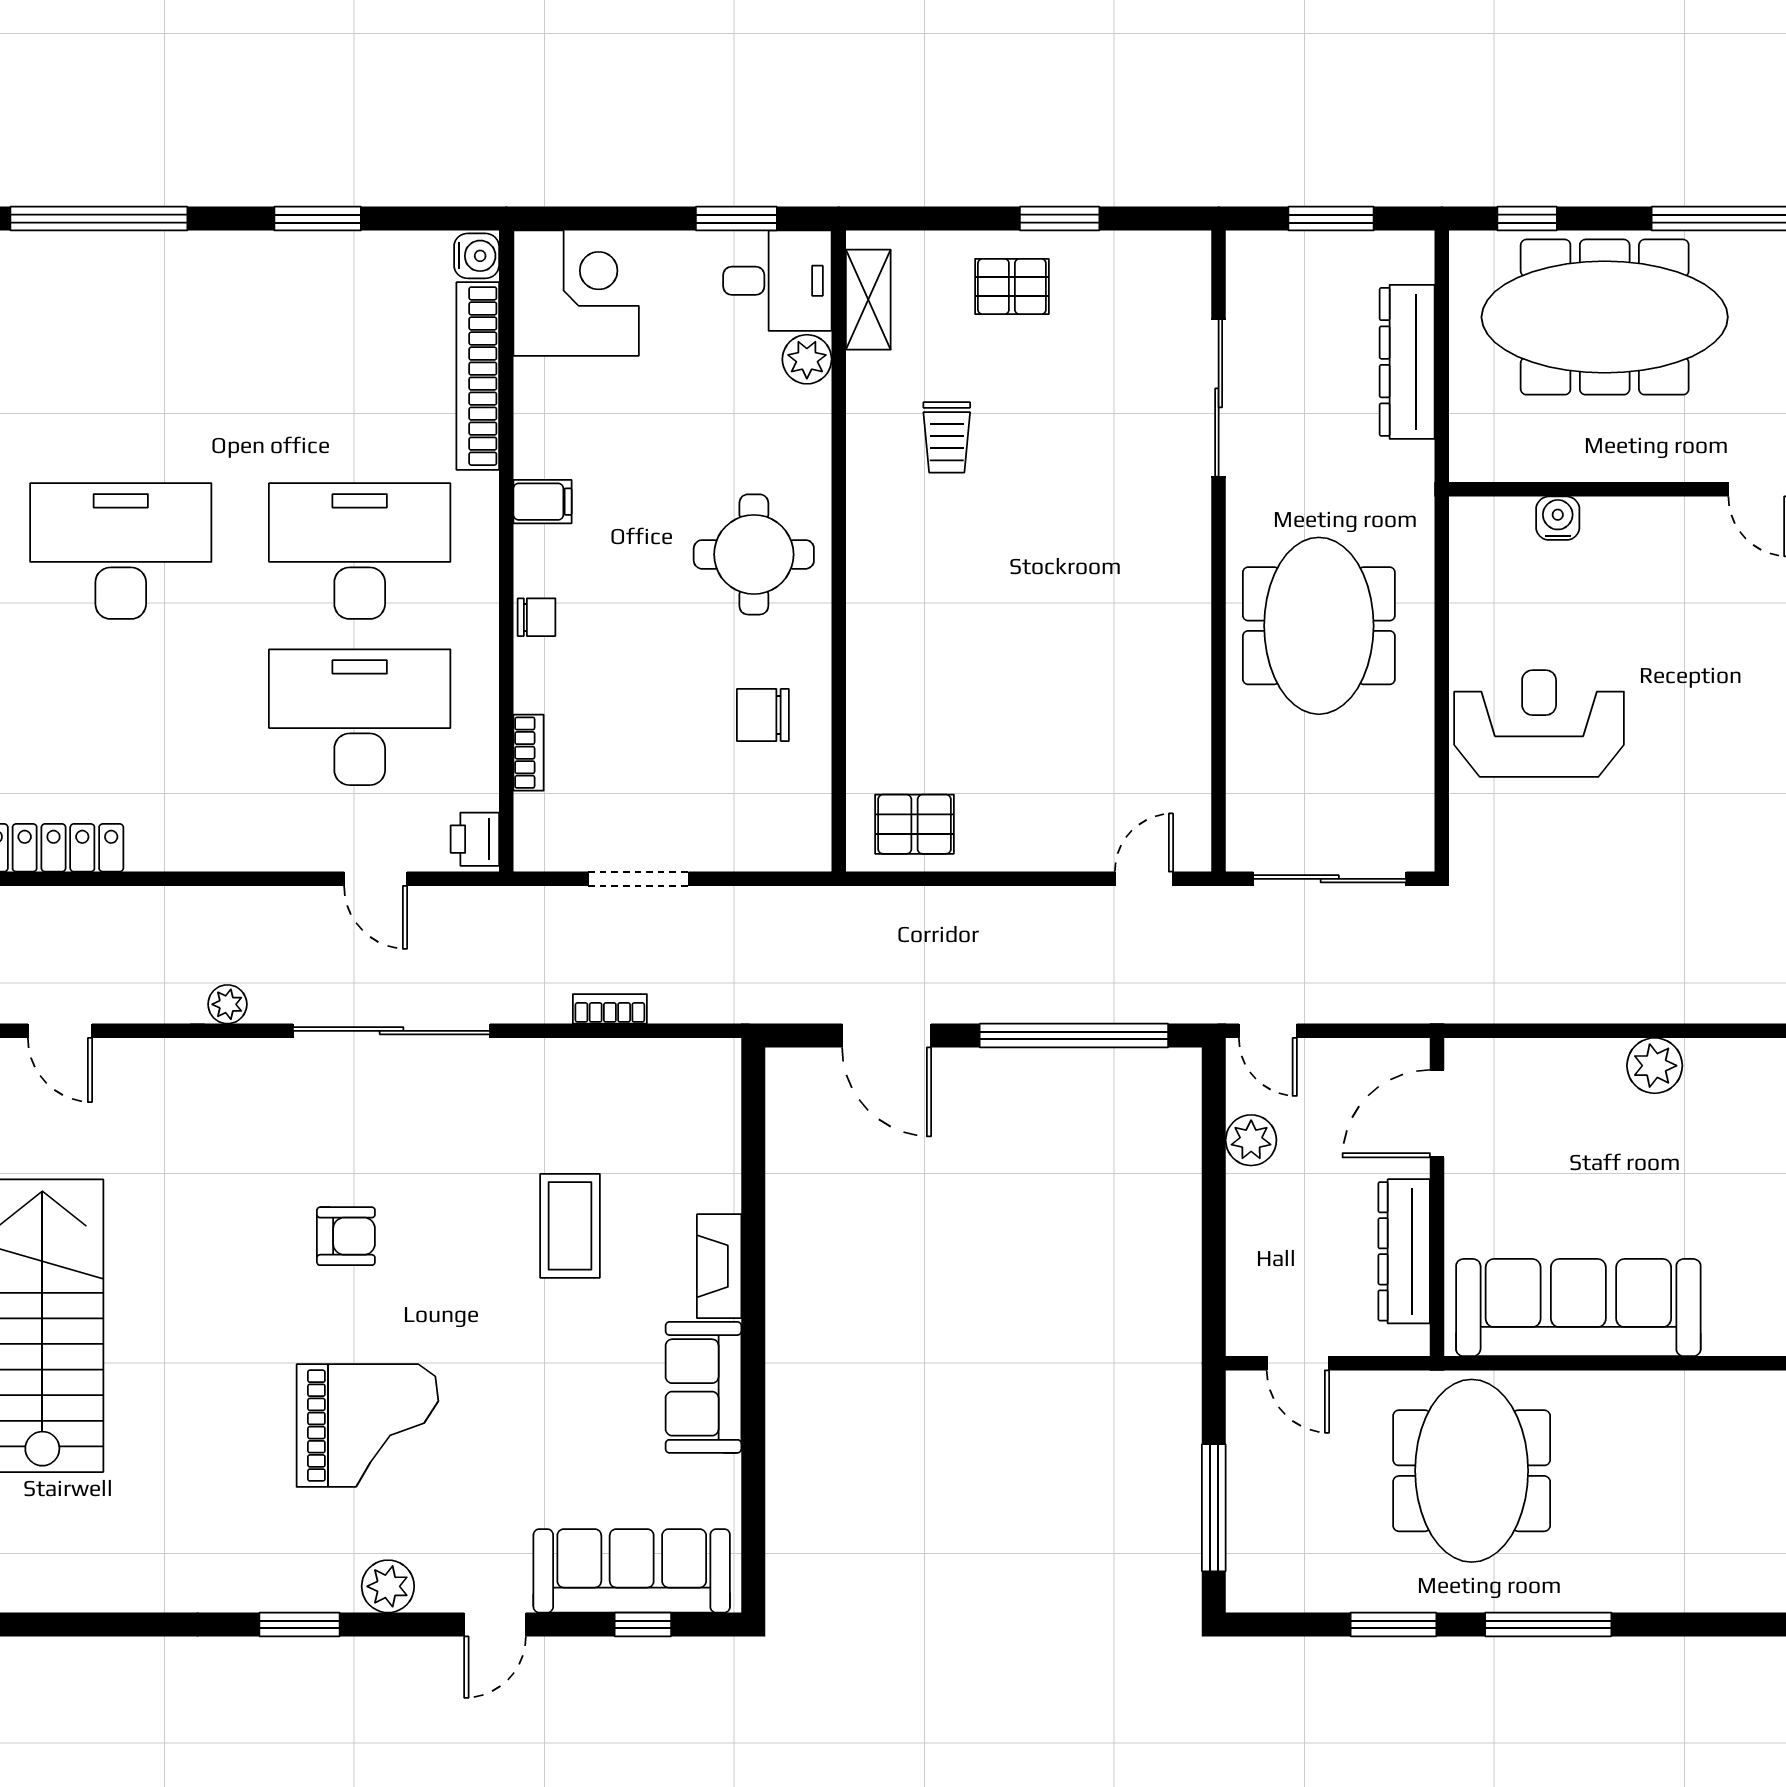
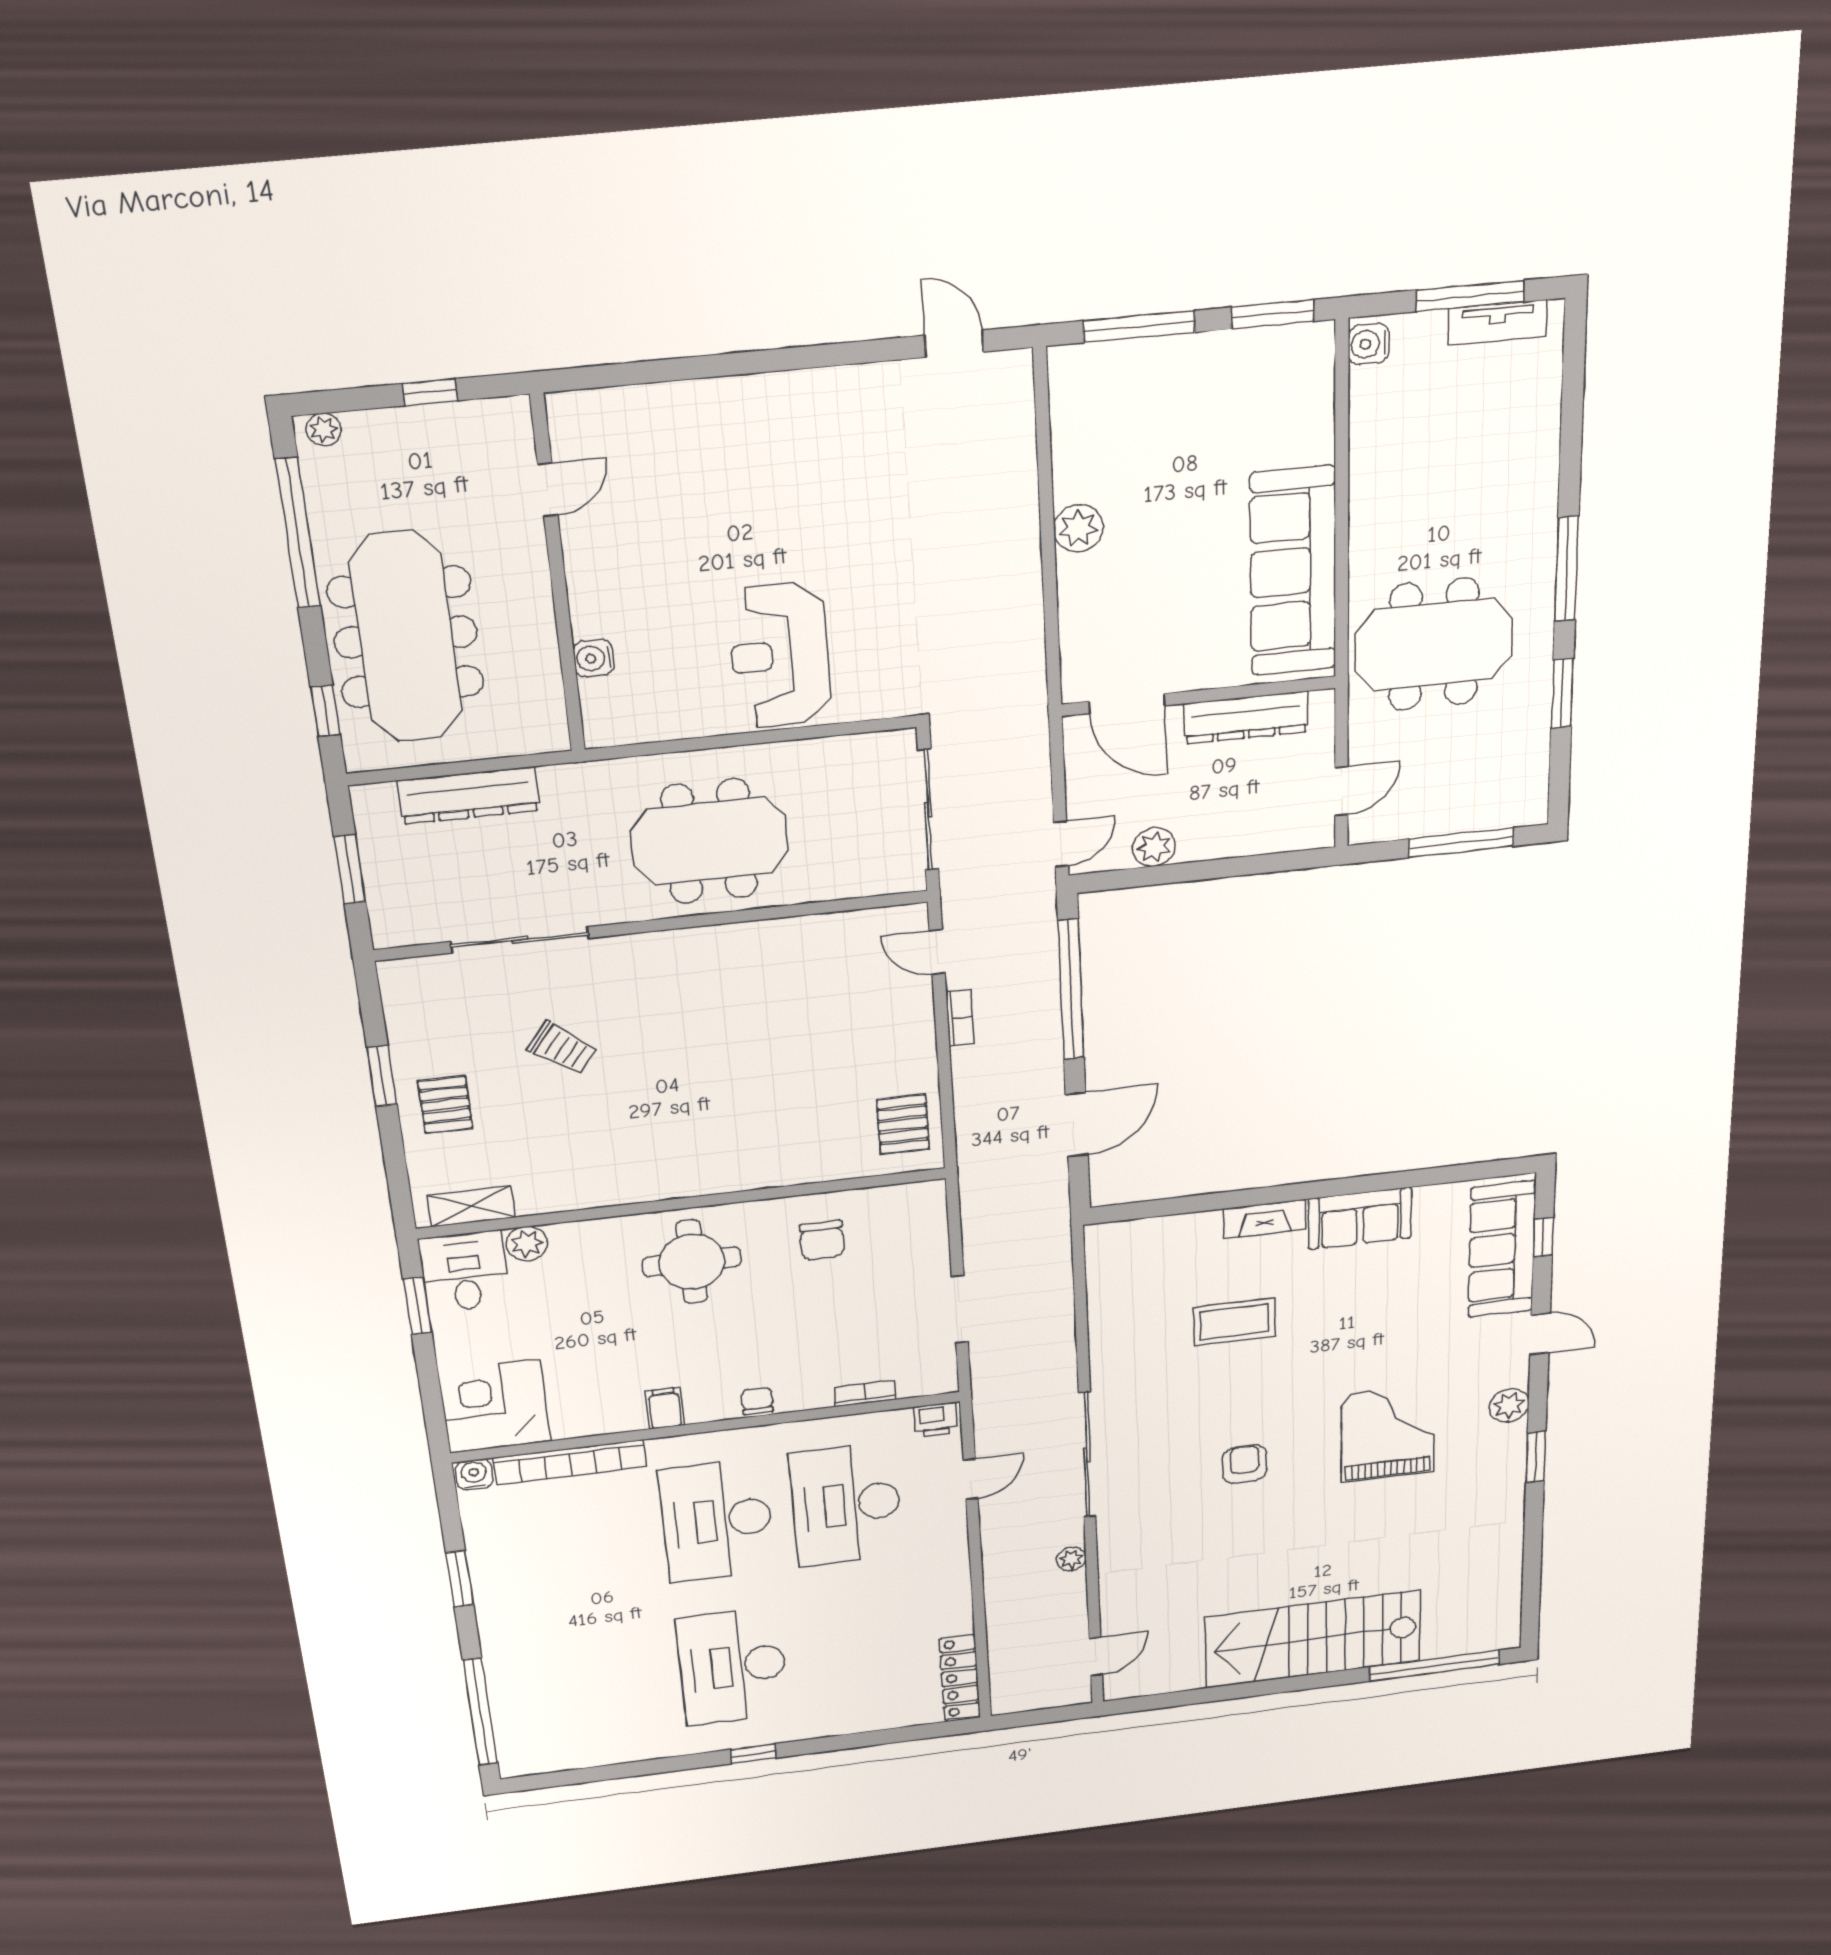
trolley: (947, 437) -> (562, 1048), moved, turned 37
bookcase: (610, 1009) -> (960, 1018), moved, turned 180

